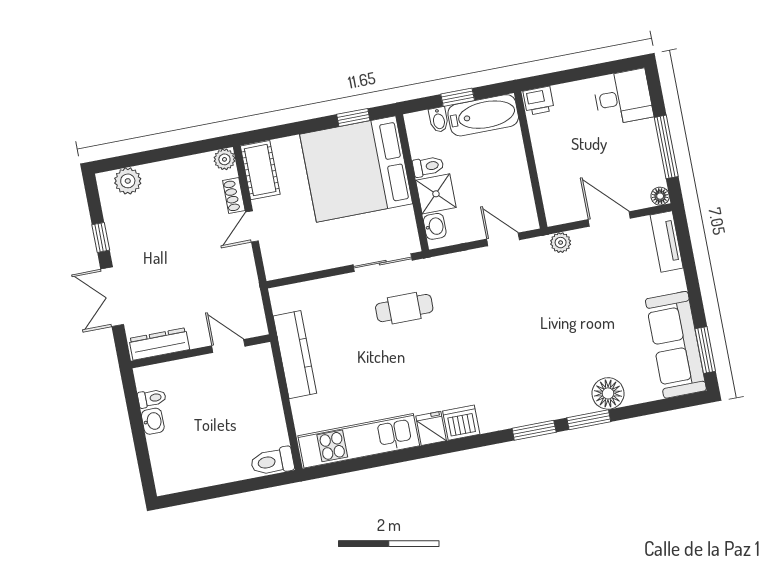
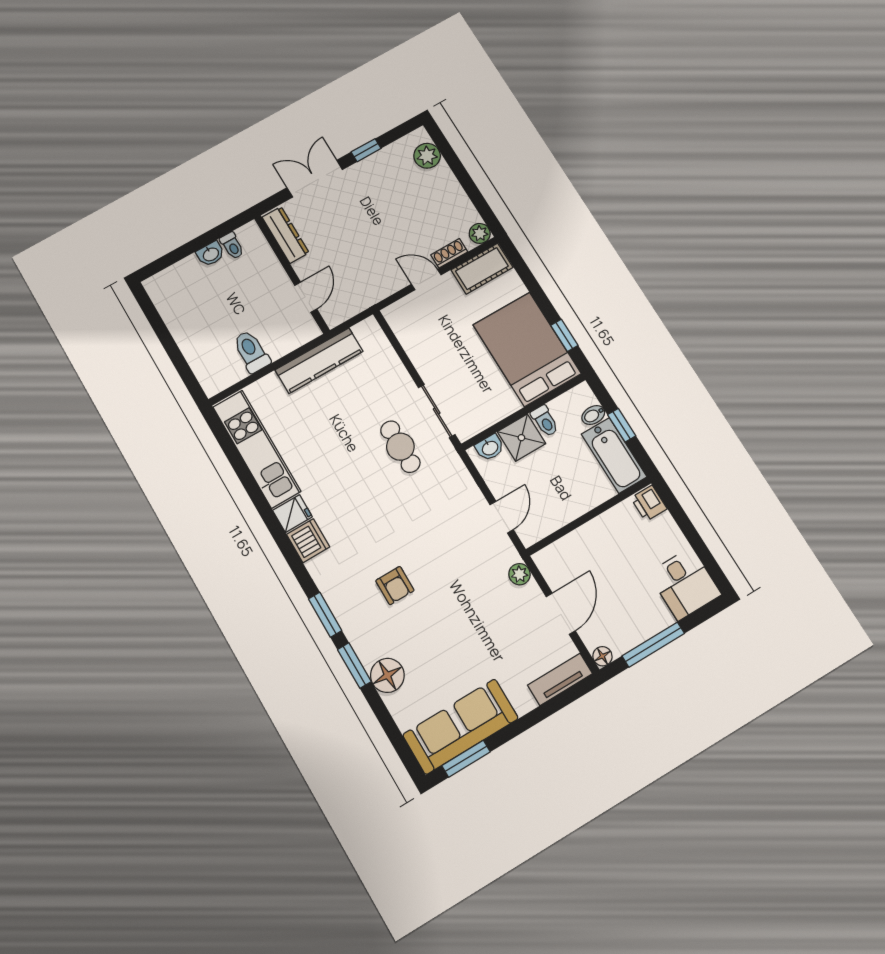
bed: (356, 169) -> (527, 349), width x0.73
armchair: (530, 358) -> (395, 586), added
toilet: (272, 461) -> (251, 352), moved

